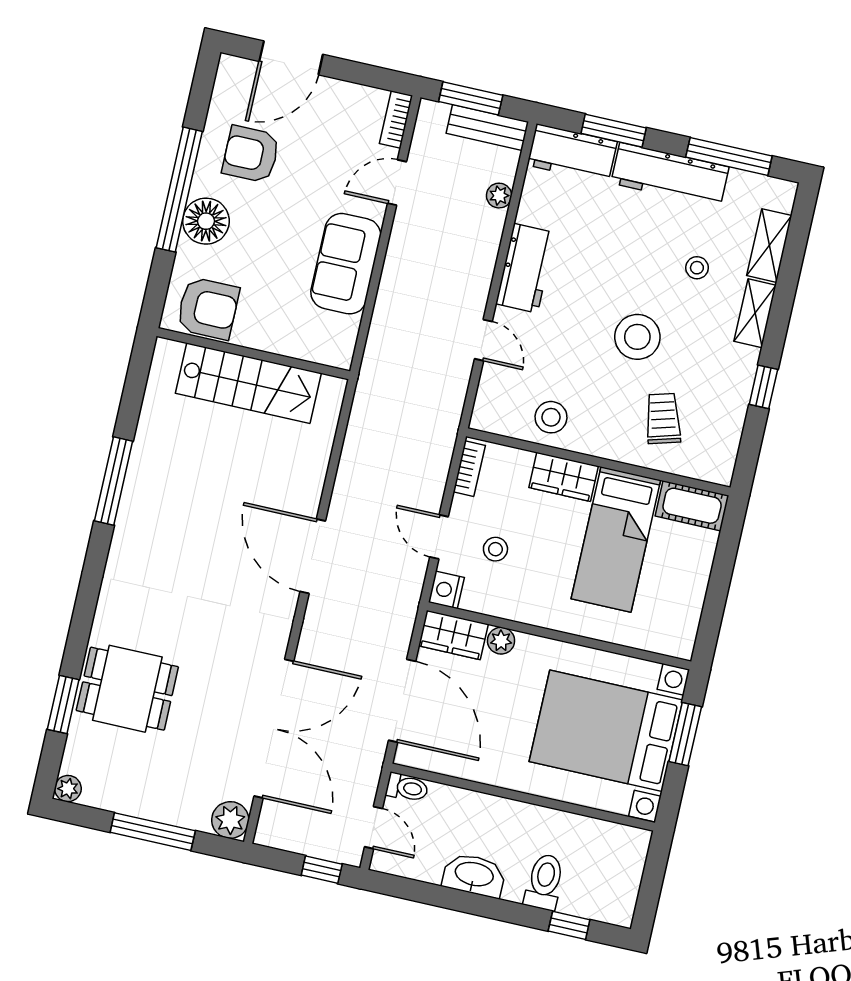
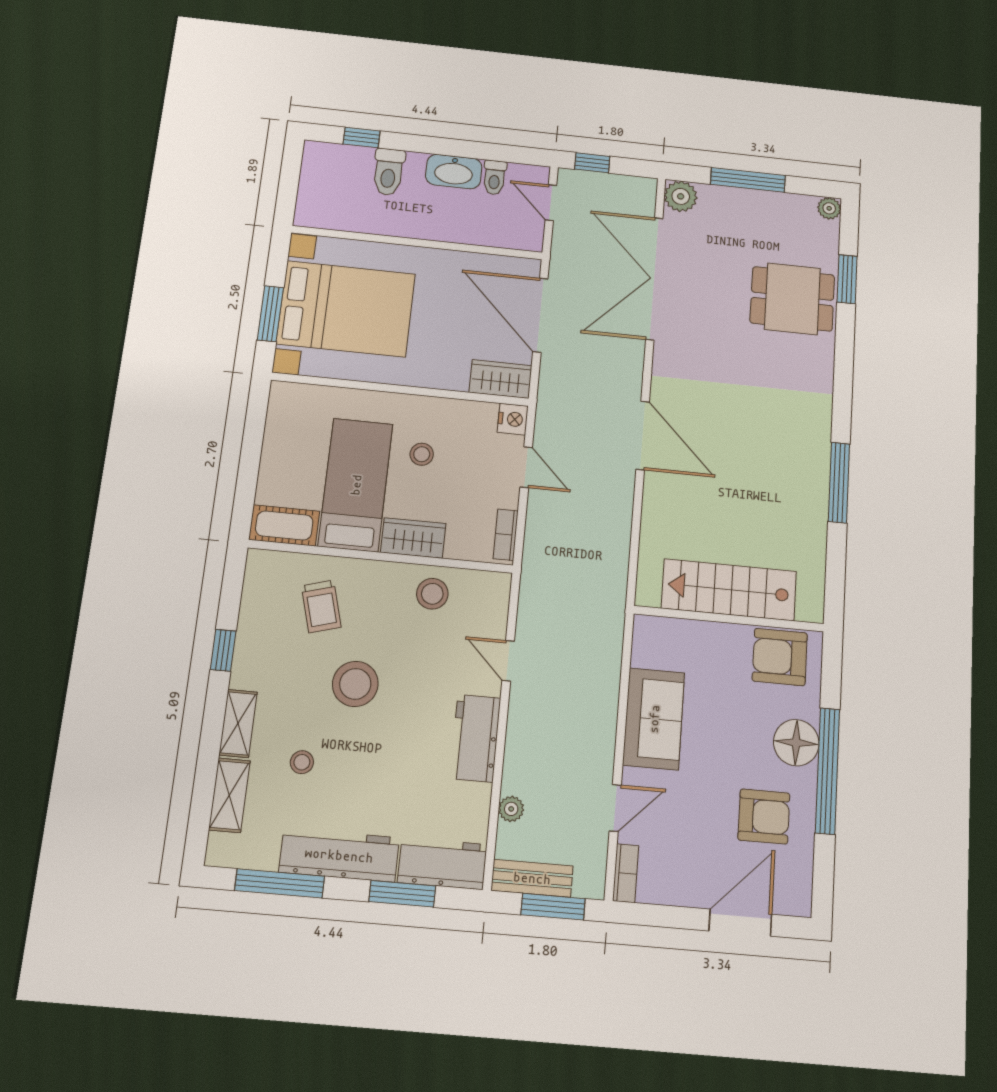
stool: (495, 549) -> (422, 454), moved
plant: (501, 641) -> (455, 379), removed
toilet: (407, 788) -> (494, 177), moved, turned -90

